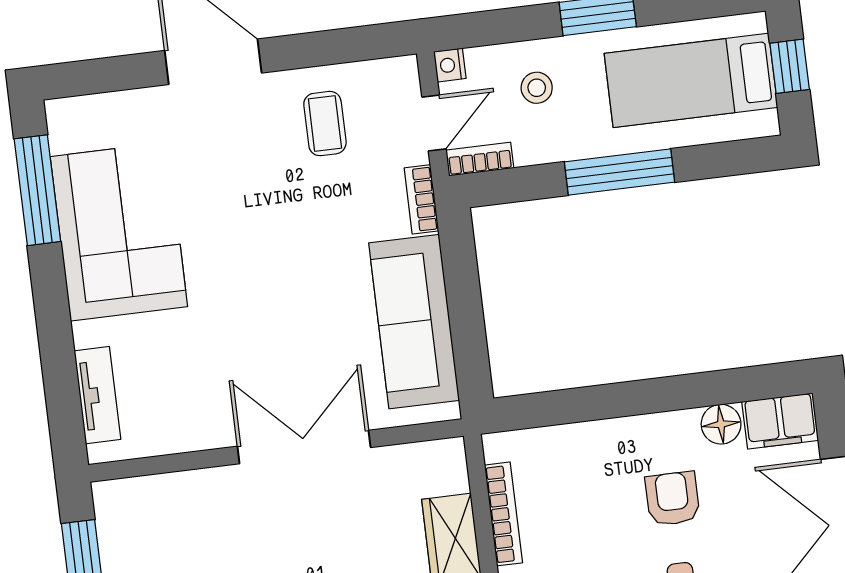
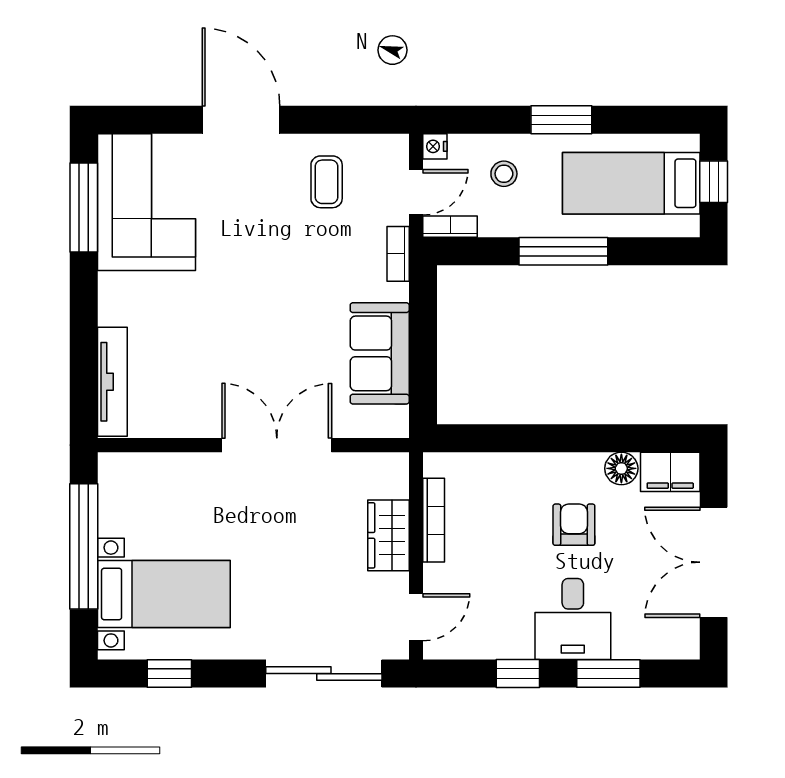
corner sofa: (119, 232) -> (147, 202), moved
sofa: (414, 322) -> (380, 353), width x0.73
tv unit: (97, 395) -> (112, 382), width x1.41

